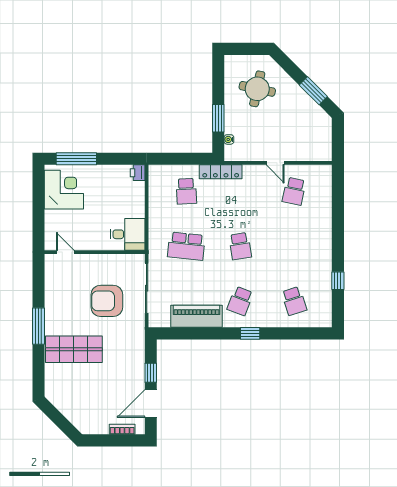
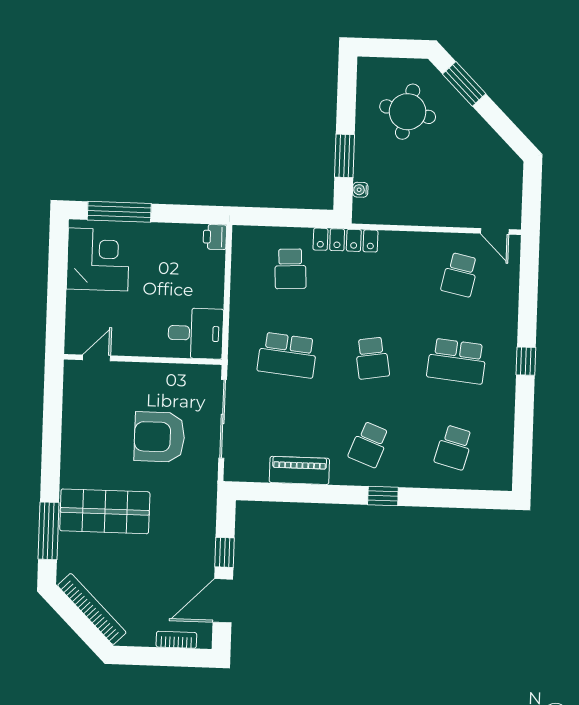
window: (313, 91) -> (464, 84), moved
door: (275, 163) -> (495, 231), moved
school desk: (294, 246) -> (457, 361), added
door: (65, 252) -> (97, 358), hinge flipped
window: (338, 281) -> (526, 361), moved
school desk: (294, 301) -> (454, 447), turned 33
piano: (196, 316) -> (299, 470), width x0.73, depth x0.75
window: (39, 326) -> (48, 531), moved
bookcase: (68, 412) -> (92, 609), added

